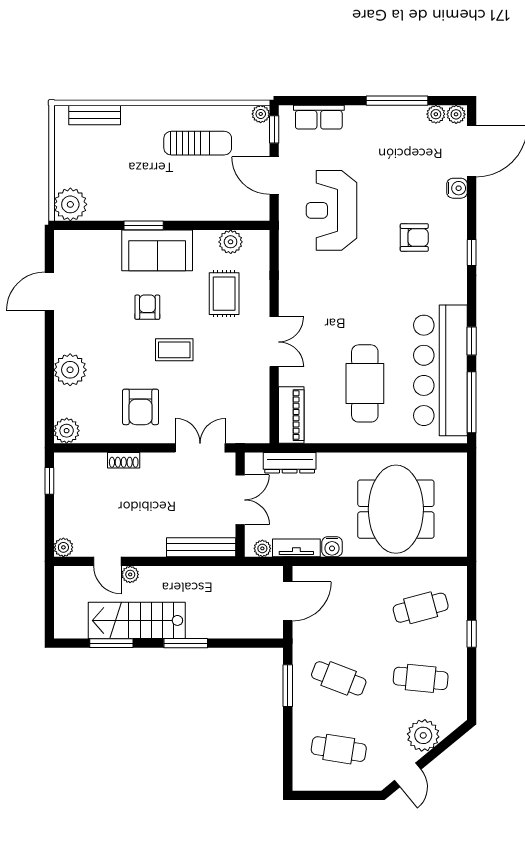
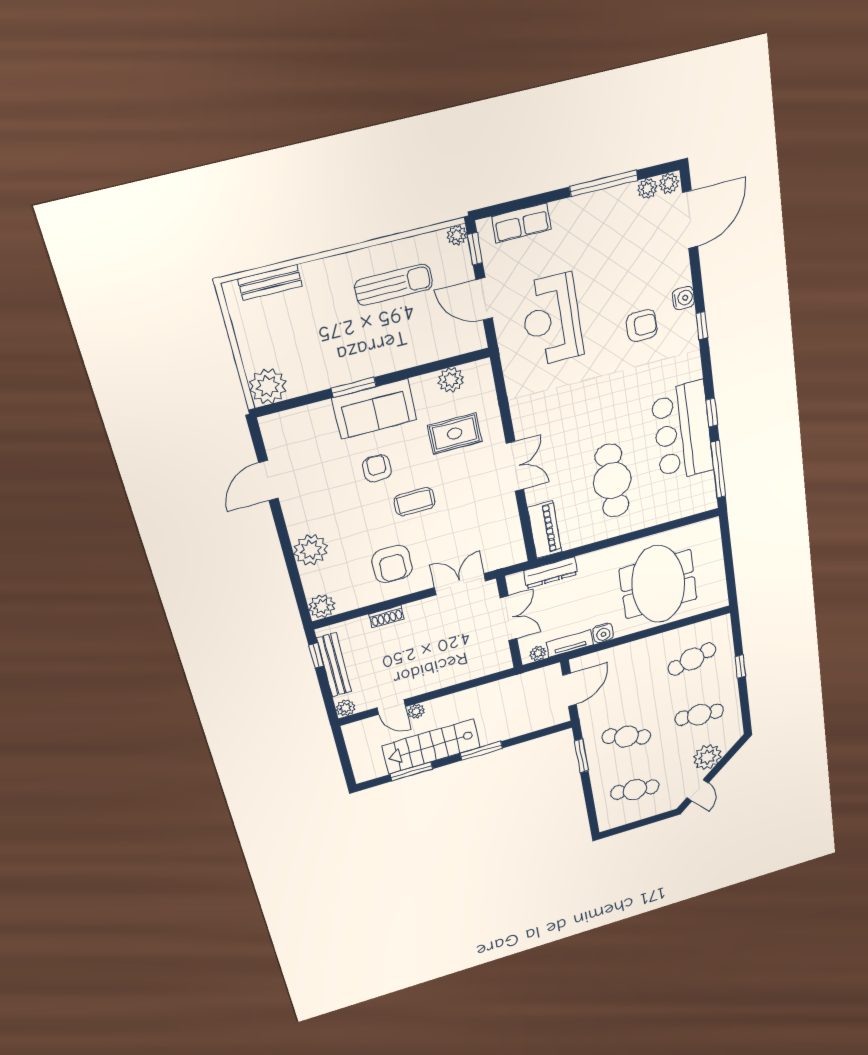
water cooler: (457, 188) -> (683, 298), moved
rug: (224, 294) -> (455, 433), turned 90
bar counter: (440, 370) -> (682, 432), width x0.73
bench: (201, 547) -> (334, 665), moved, turned 90

